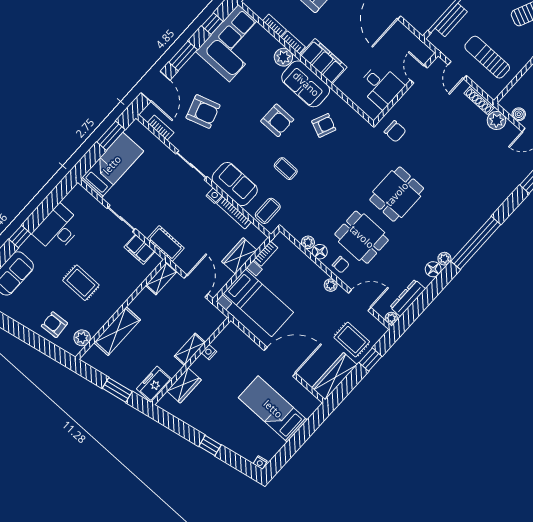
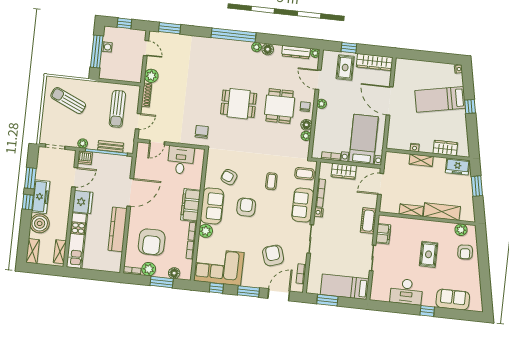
boiler: (519, 114) -> (138, 65), removed
shelving: (161, 278) -> (411, 210), moved
bed: (273, 409) -> (440, 99), moved, turned 79

